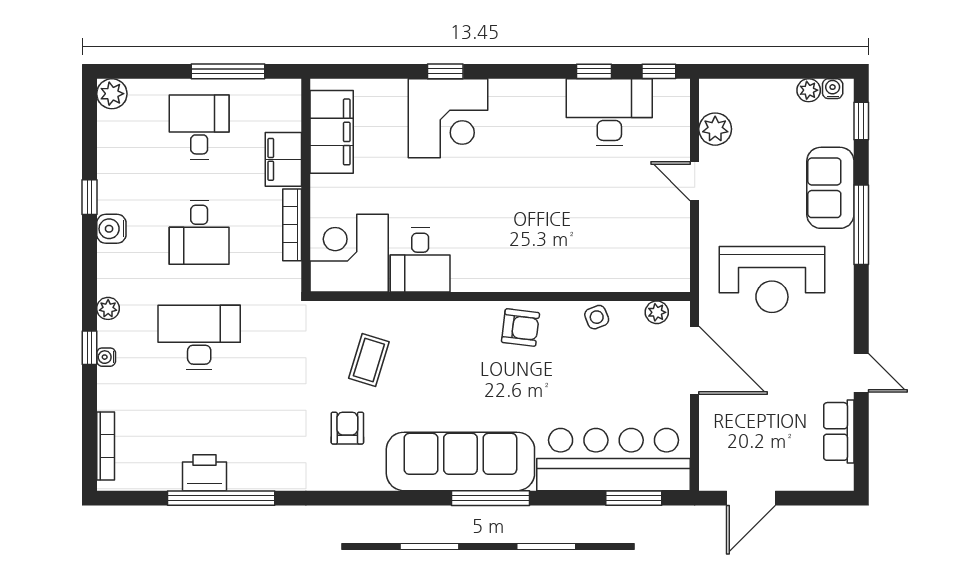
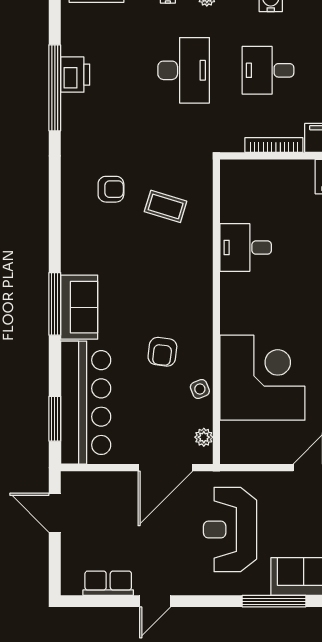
corner desk: (349, 253) -> (262, 378), moved, width x1.36, depth x1.36
armchair: (520, 328) -> (162, 352), moved
sofa: (460, 461) -> (79, 307), width x0.54, depth x0.79

